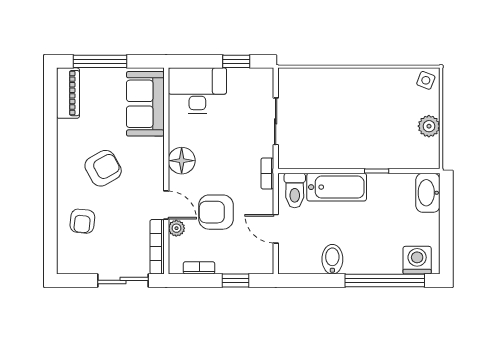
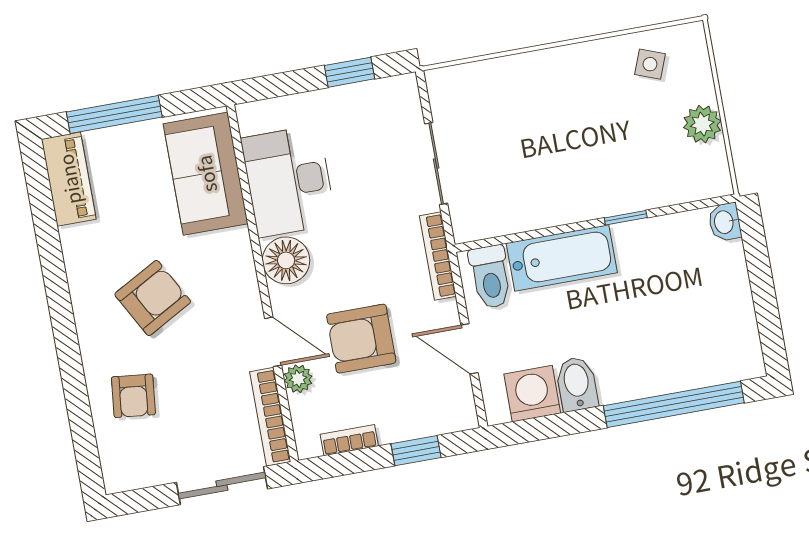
side table: (426, 80) -> (650, 64), moved
desk: (197, 91) -> (289, 181), moved, turned -90
bookcase: (267, 173) -> (438, 256), width x1.56
washbasin: (428, 193) -> (725, 222), width x0.52, depth x0.69
washing machine: (417, 260) -> (532, 394), moved

